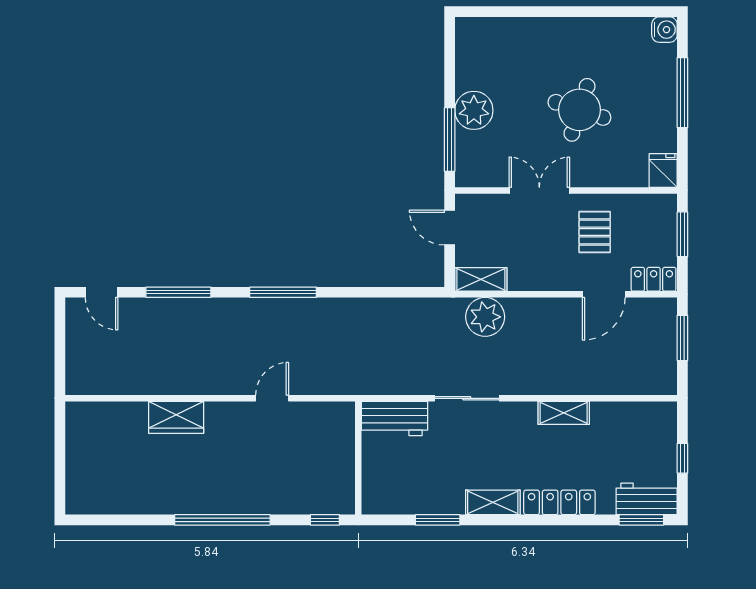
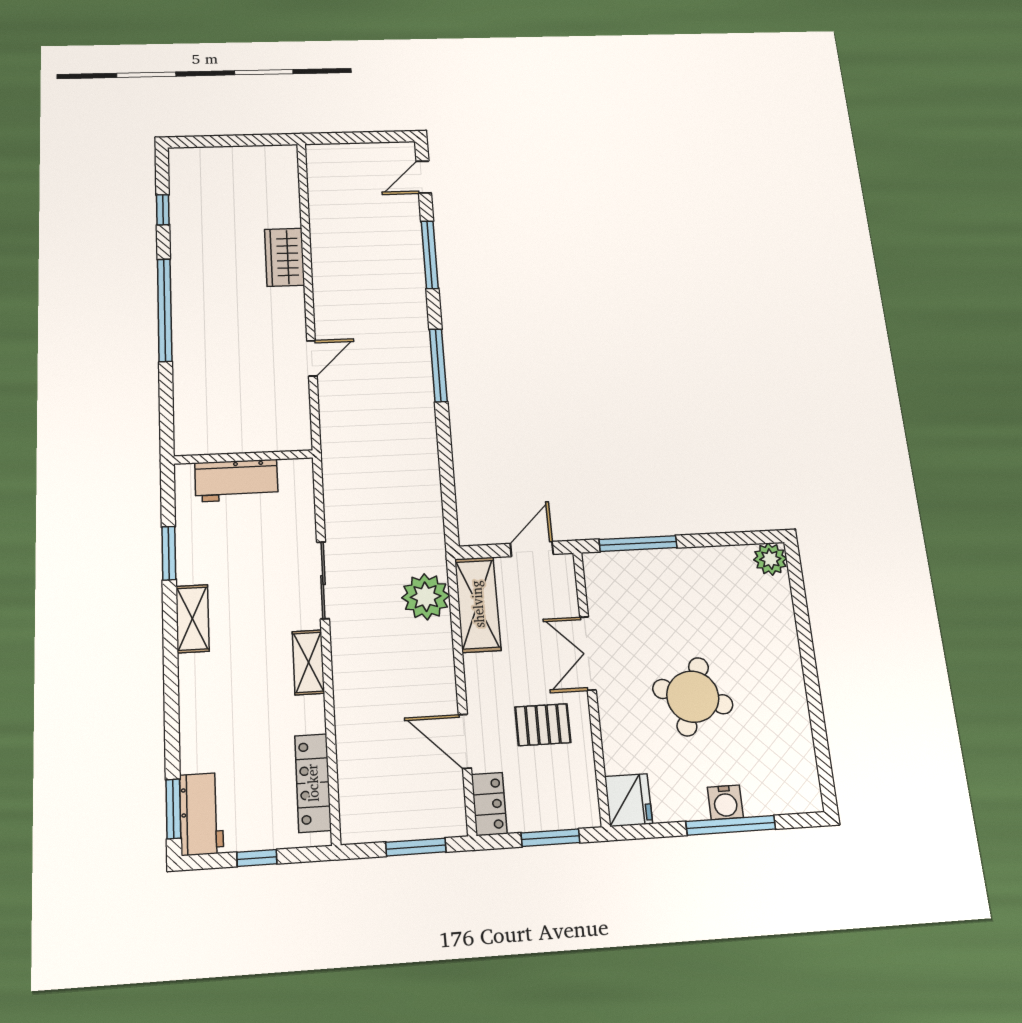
water cooler: (664, 30) -> (725, 802), moved
plant: (474, 110) -> (770, 559), moved, width x0.73, depth x0.73
fridge: (663, 170) -> (629, 800), width x1.38
double door: (539, 190) -> (588, 653), swing flipped
shelving: (481, 279) -> (478, 604), width x1.50, depth x1.33
door: (272, 398) -> (312, 358), hinge flipped
shelving: (564, 413) -> (308, 662), moved
workbench: (394, 418) -> (236, 480), moved, turned -90
locker: (559, 502) -> (313, 783), moved, turned 180
window: (325, 520) -> (163, 210), moved

